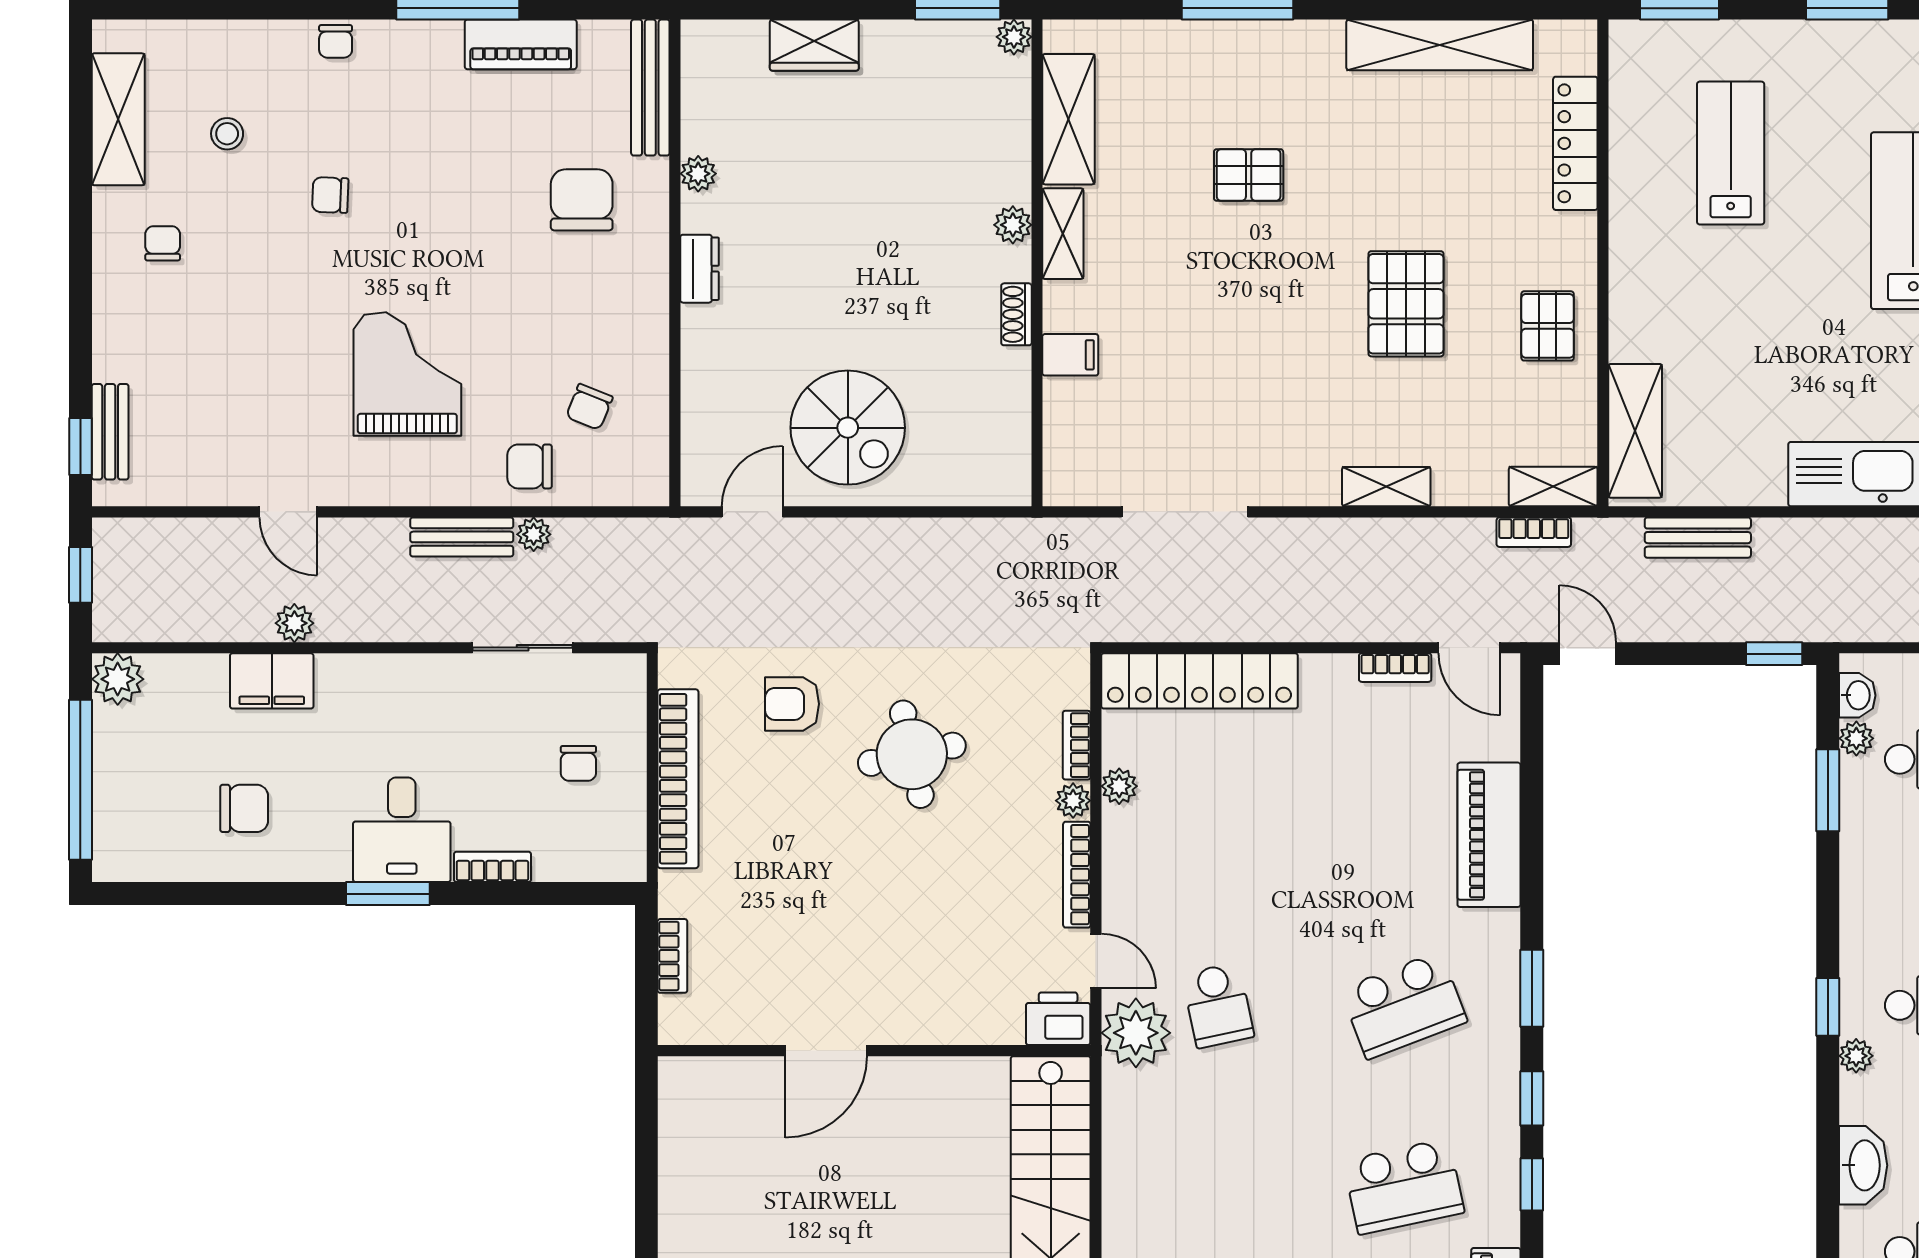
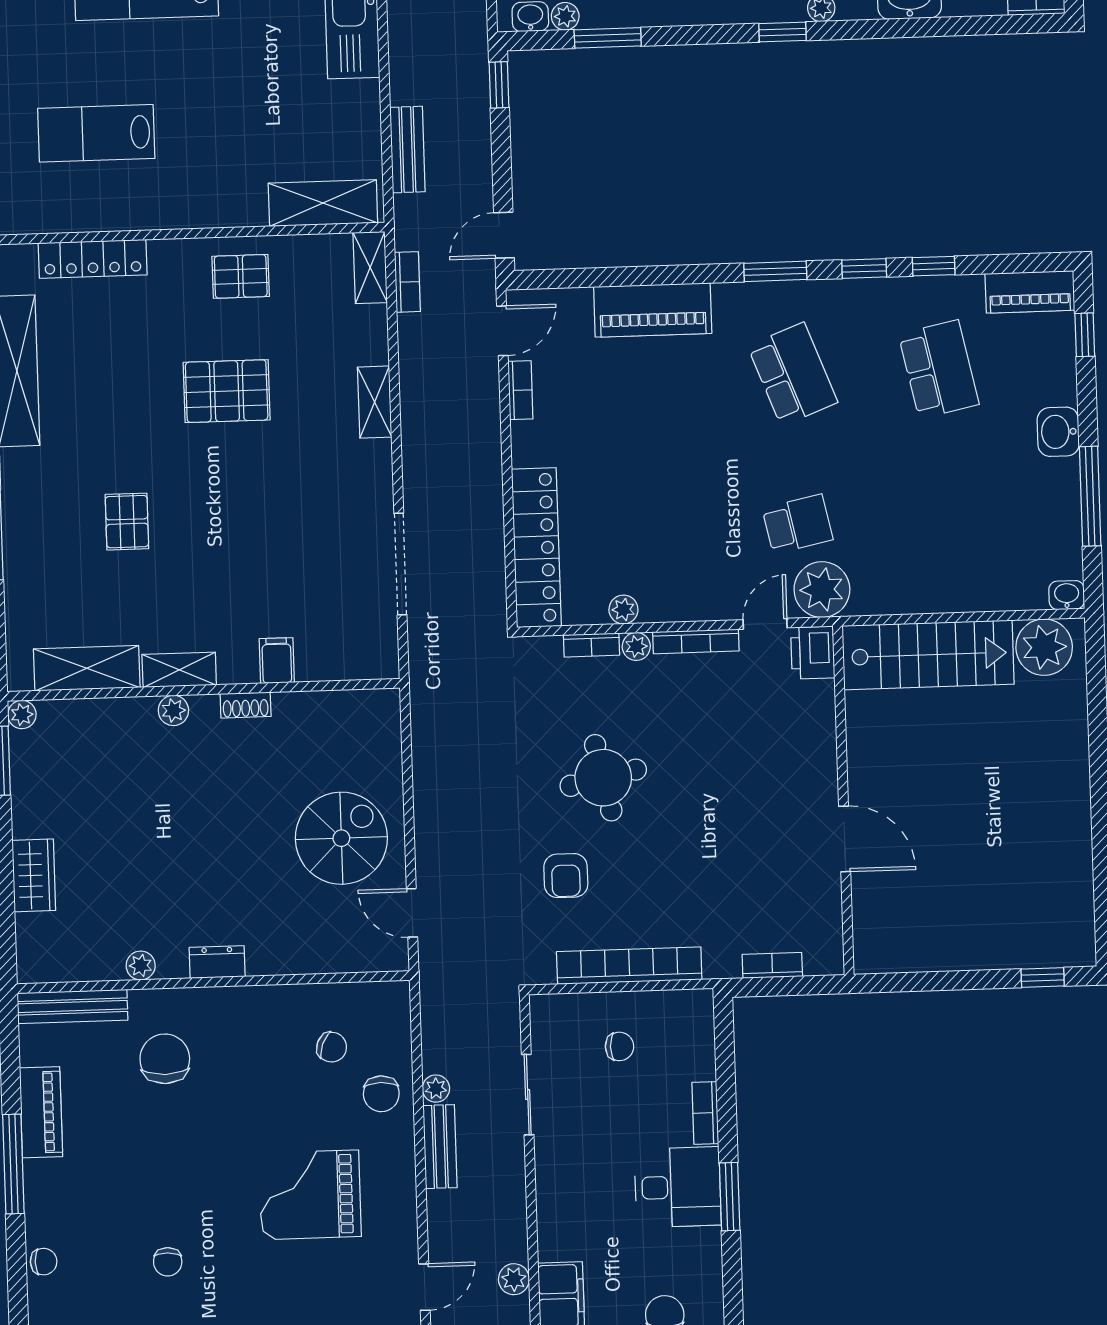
chair: (582, 200) -> (165, 1059), turned 90

